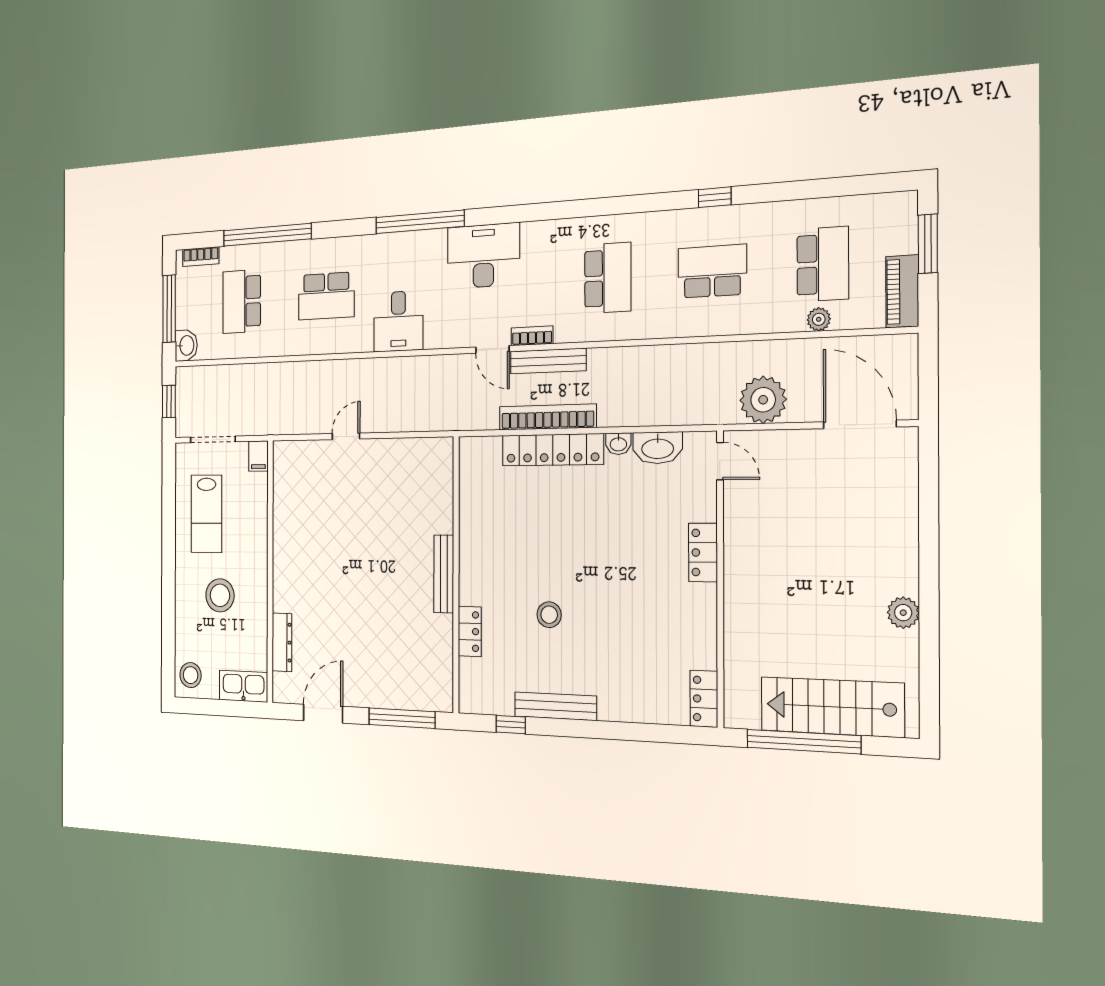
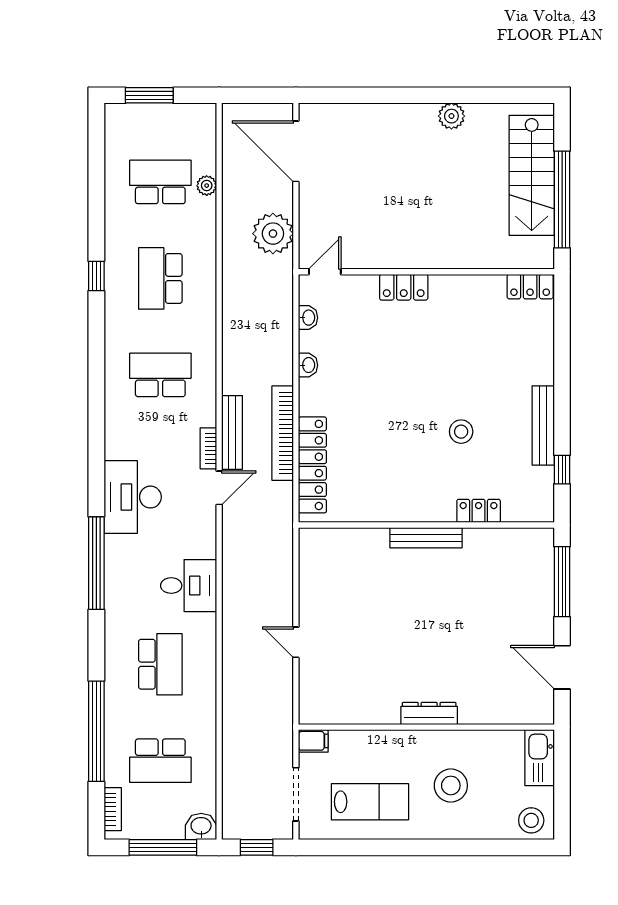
piano: (902, 291) -> (187, 116), removed
door: (860, 424) -> (296, 151), hinge flipped
washbasin: (658, 448) -> (308, 318), width x0.52, depth x0.69
locker: (553, 450) -> (312, 465), moved
dresser: (282, 642) -> (429, 714), moved

